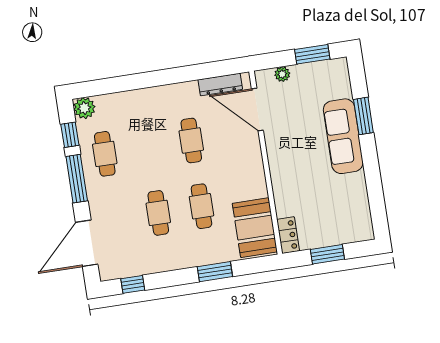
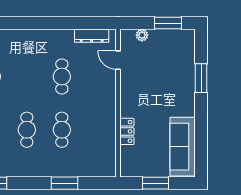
door: (257, 110) -> (118, 60), width x0.53
sofa: (343, 136) -> (183, 147), moved
booth: (255, 228) -> (101, 153), removed
locker: (288, 235) -> (127, 131), moved

